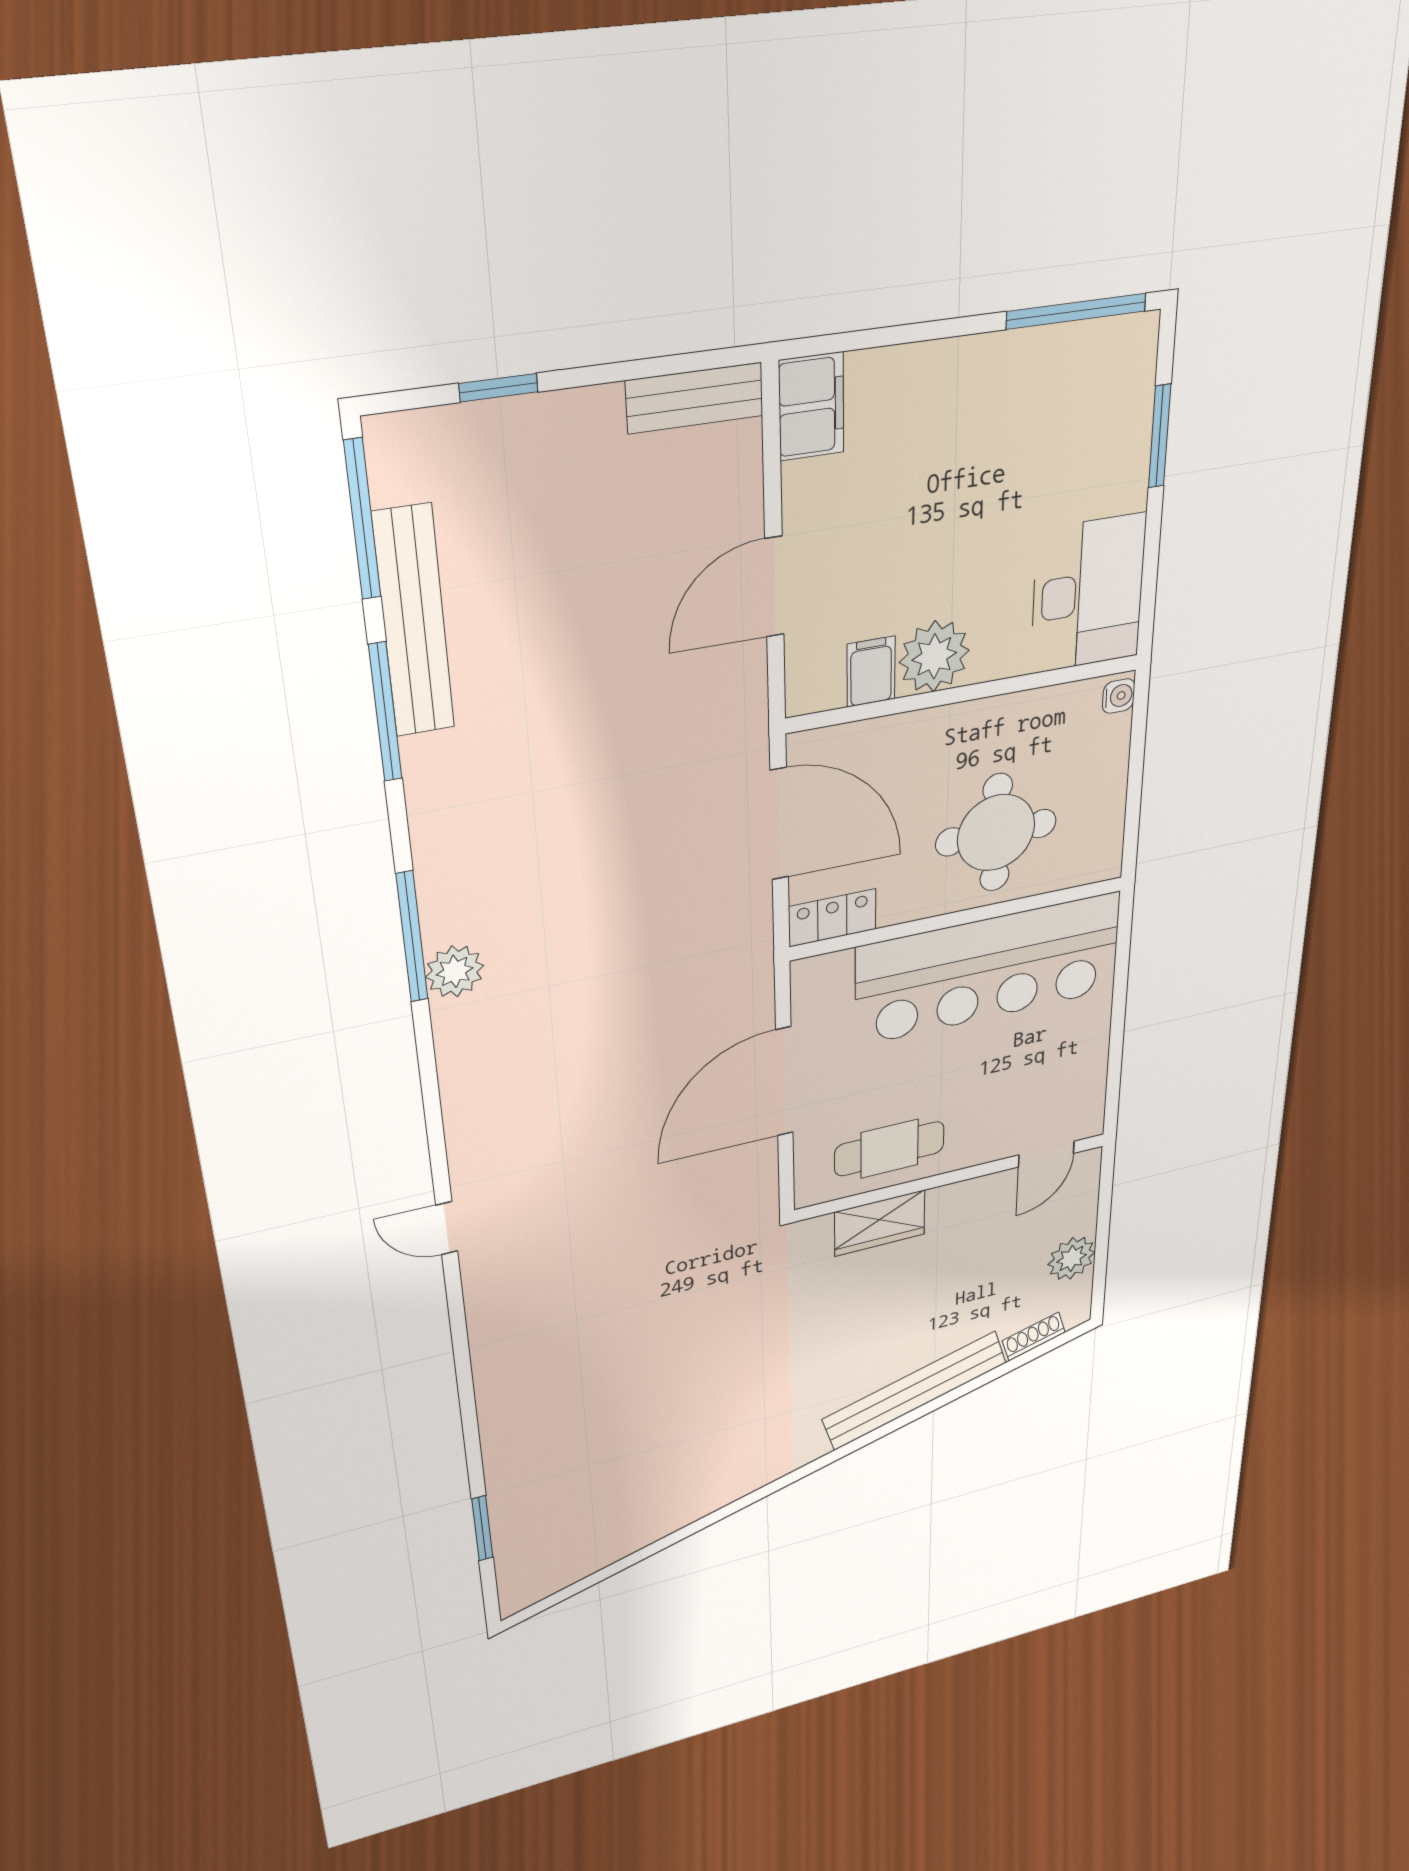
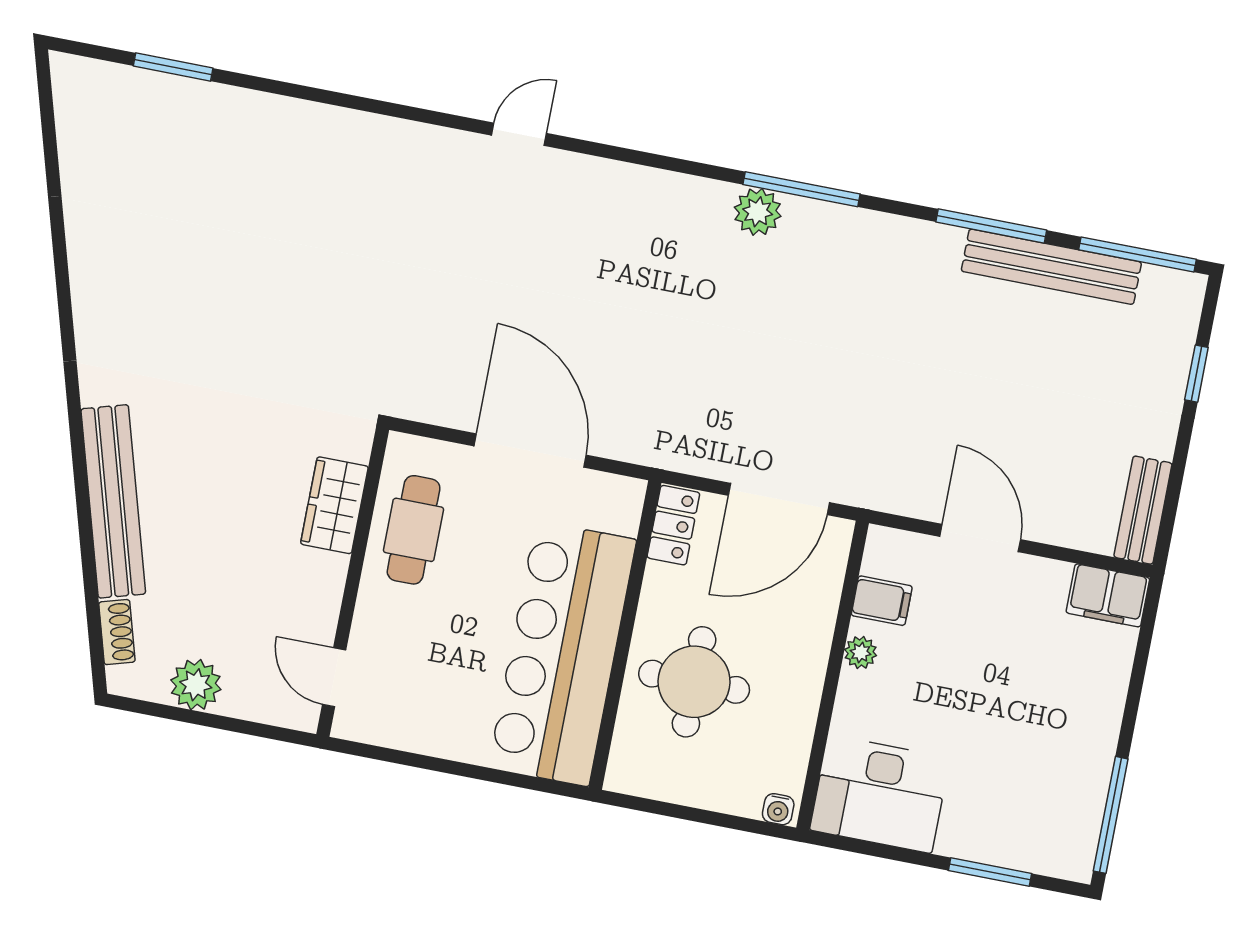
plant: (934, 656) -> (861, 652), width x0.53, depth x0.53

